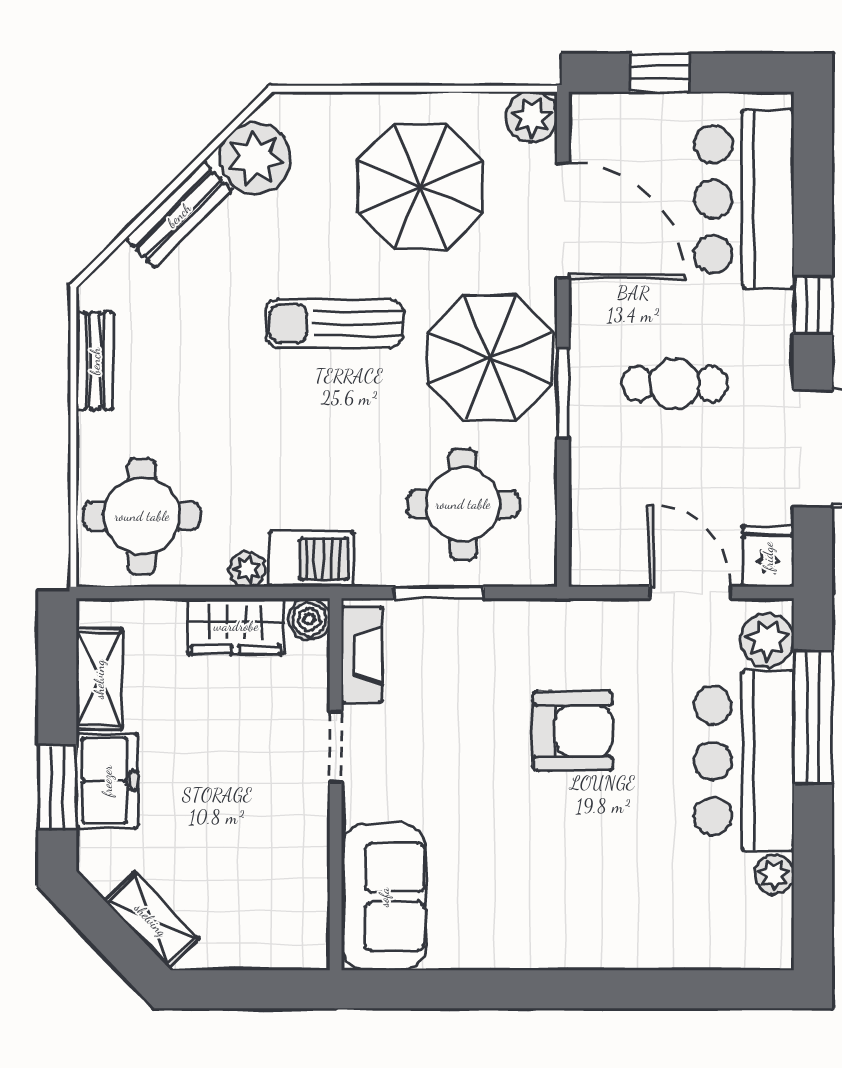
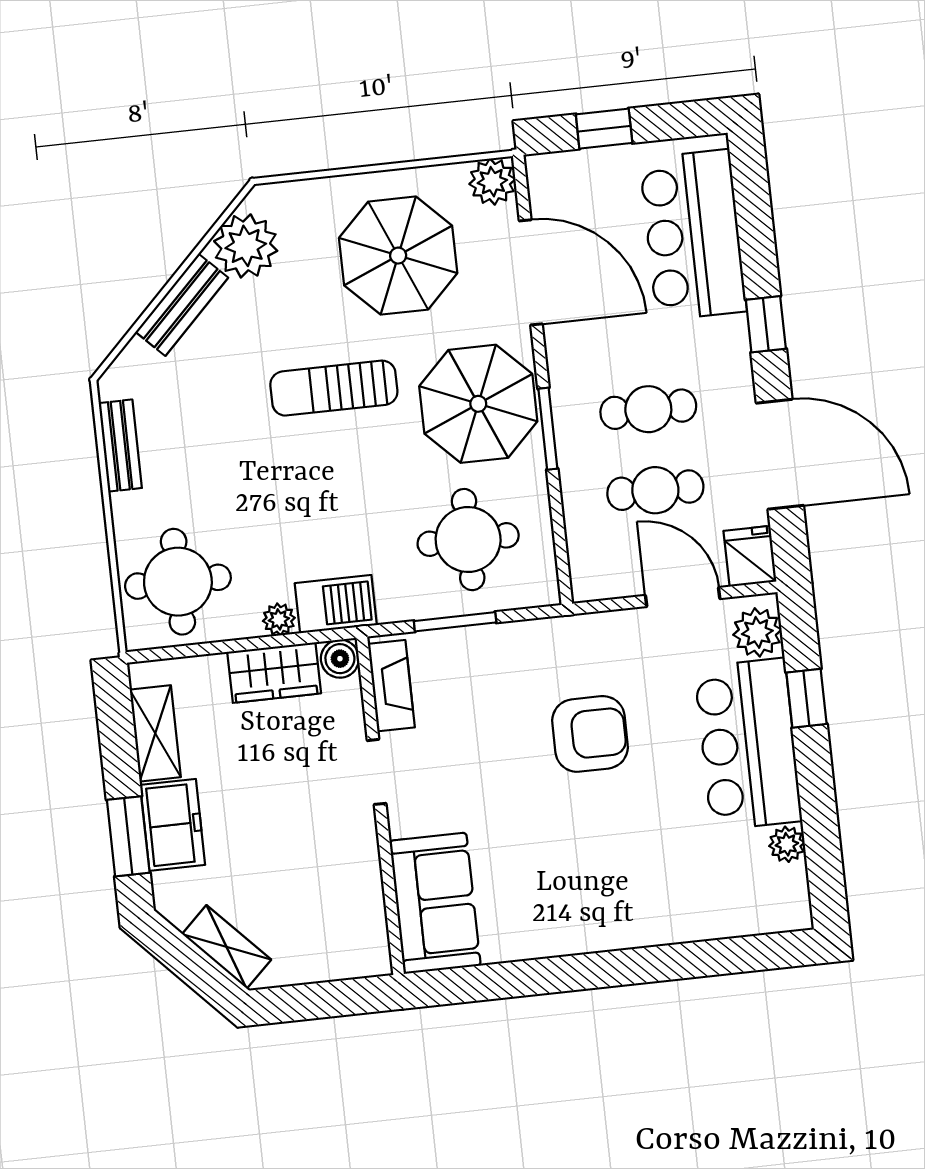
cafe table: (673, 473) -> (655, 490), added
window: (813, 718) -> (806, 698), width x0.46

